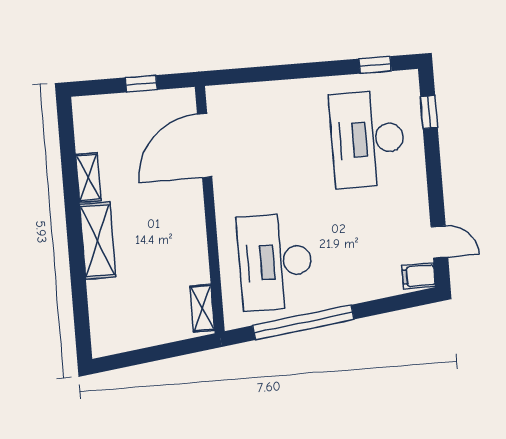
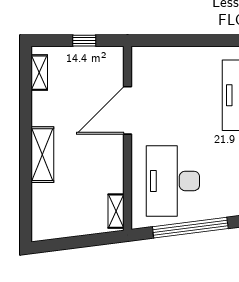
door: (205, 146) -> (128, 110), moved
shelving: (88, 177) -> (39, 73), moved

